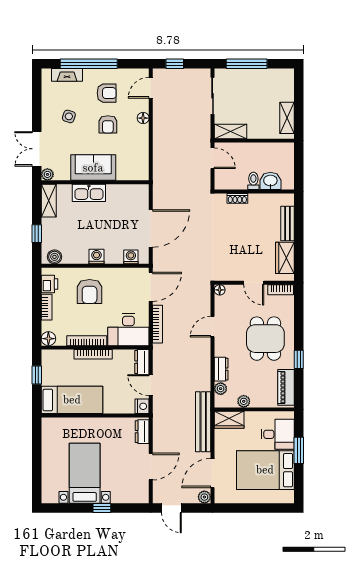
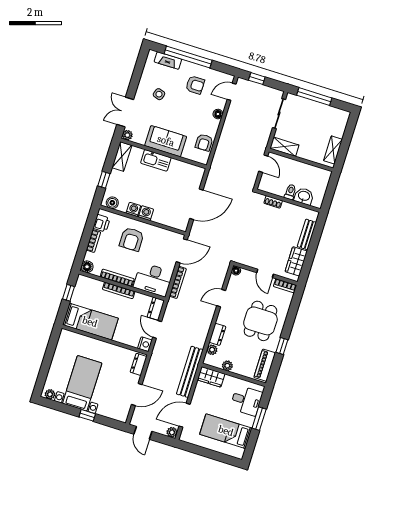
armchair: (108, 124) -> (204, 142), moved
washing machine: (131, 257) -> (133, 209), moved
bed: (265, 470) -> (226, 431), width x0.67
plant: (52, 497) -> (50, 394), added

